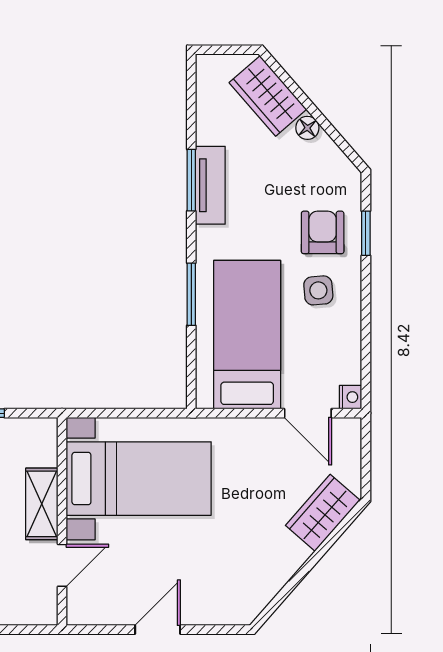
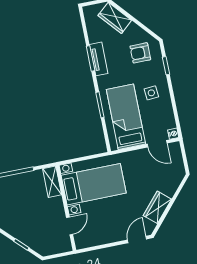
floor lamp: (307, 128) -> (134, 28), removed
armchair: (323, 232) -> (140, 53), moved, turned -90
shelving: (42, 504) -> (52, 182), moved
wardrobe: (323, 513) -> (157, 207), moved
door: (158, 630) -> (137, 239), moved

